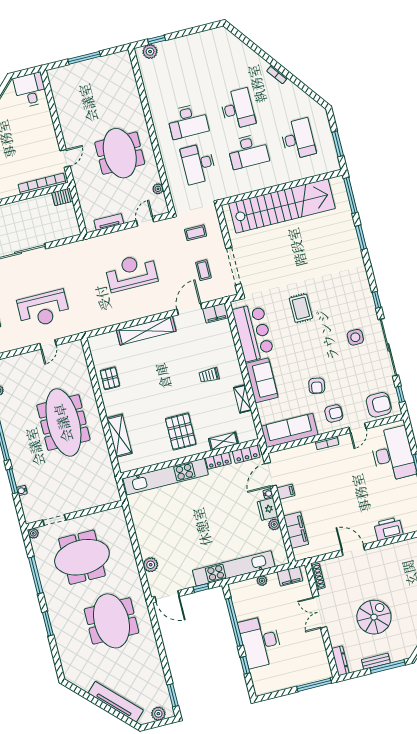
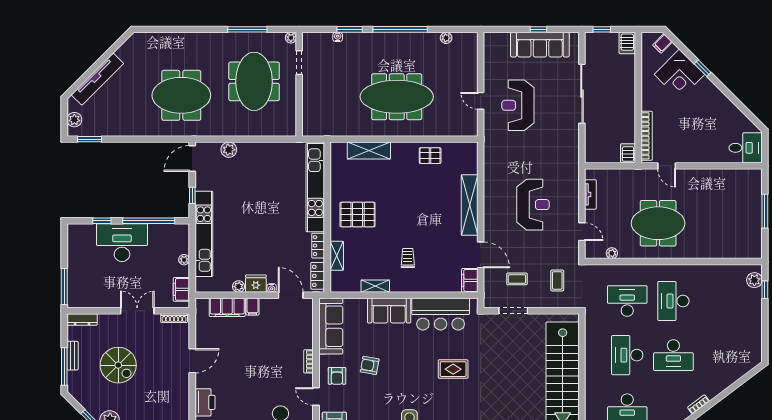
doorway: (233, 266) -> (513, 311), width x0.73
filing cabinet: (286, 492) -> (253, 307), moved
window: (48, 624) -> (195, 29), removed

